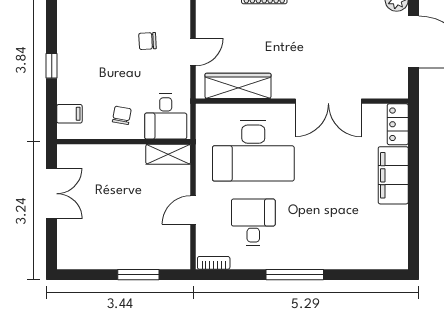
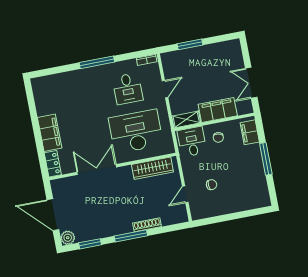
door: (193, 52) -> (185, 194), moved
window: (52, 66) -> (266, 159), width x2.17
filing cabinet: (69, 114) -> (250, 132), width x2.00
filing cabinet: (114, 160) -> (218, 110), added

